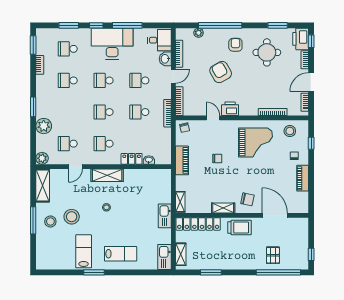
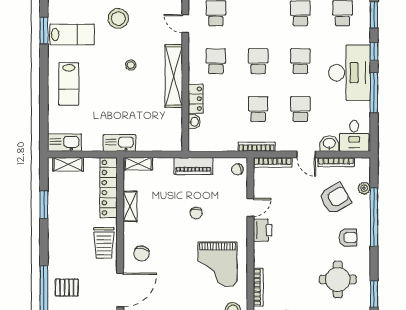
armchair: (221, 72) -> (335, 198), moved
shelving: (107, 175) -> (174, 76), width x1.47
shelving: (223, 208) -> (130, 206), moved
window: (94, 272) -> (44, 30), moved

